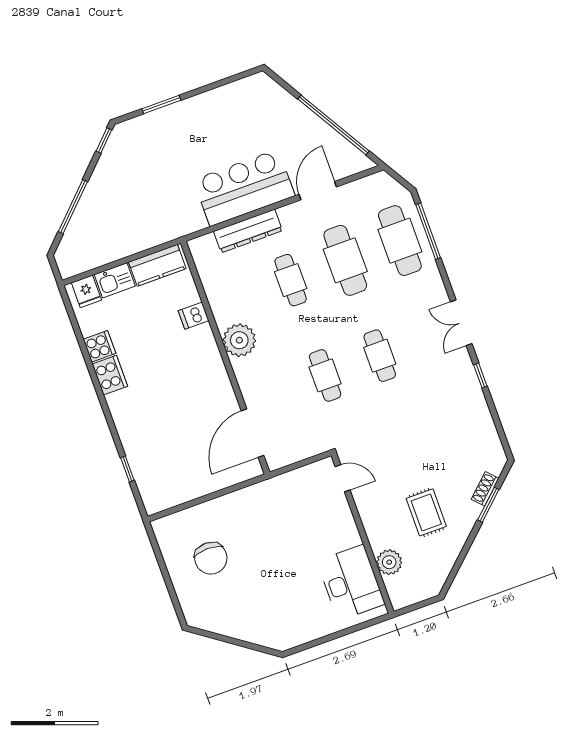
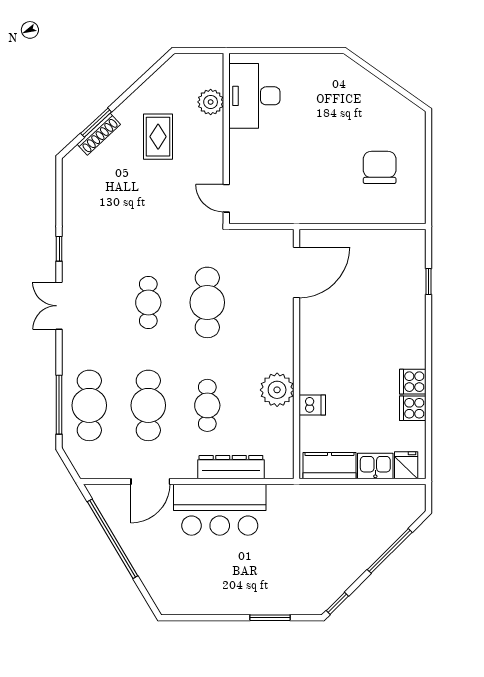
double door: (461, 323) -> (59, 306), swing flipped
plant: (239, 340) -> (277, 390), moved
cooker: (110, 375) -> (413, 382), width x0.73
cafe table: (325, 375) -> (207, 302), width x1.37, depth x1.35
shoe rack: (485, 489) -> (99, 134), width x1.43

